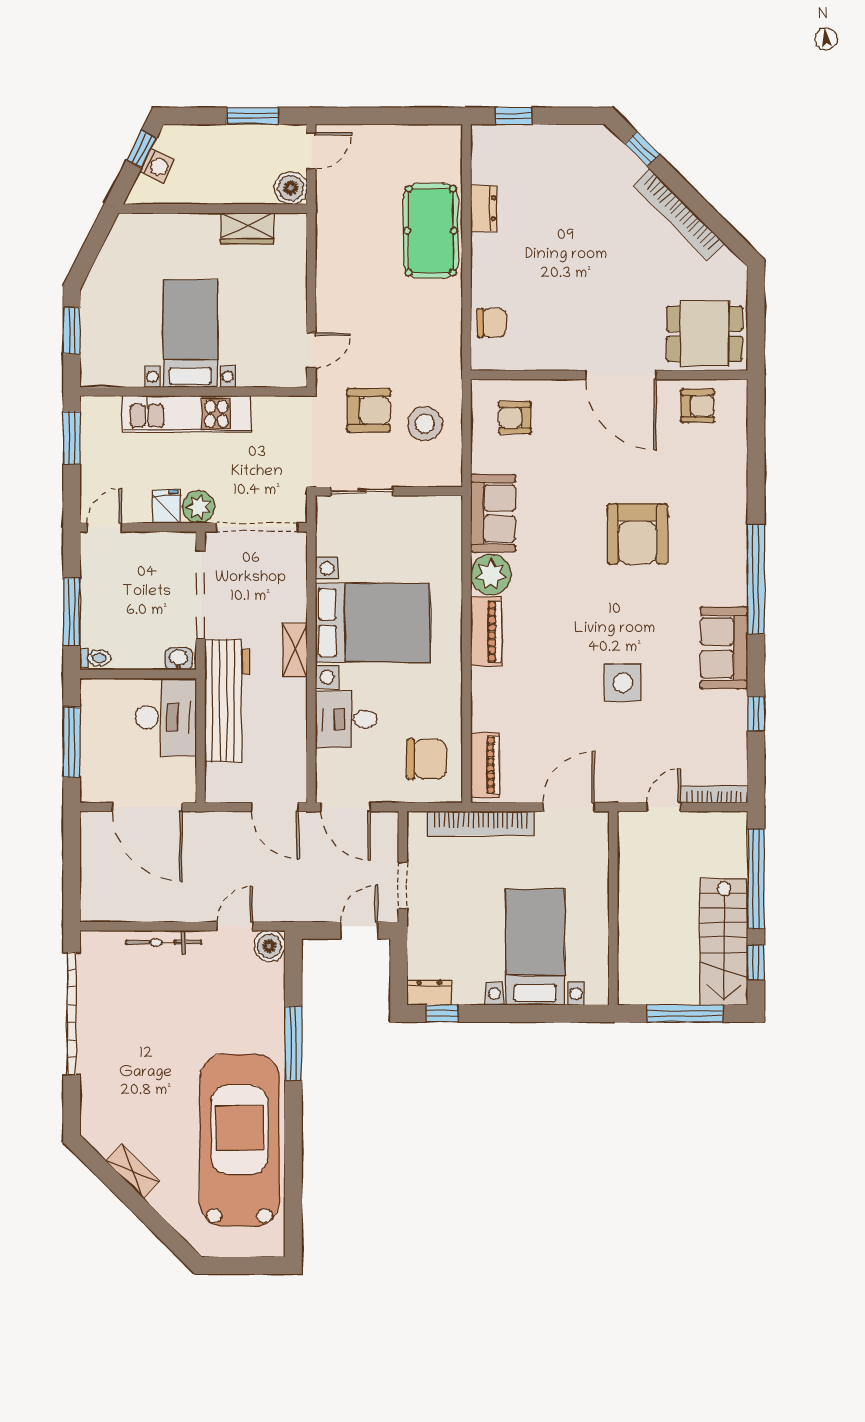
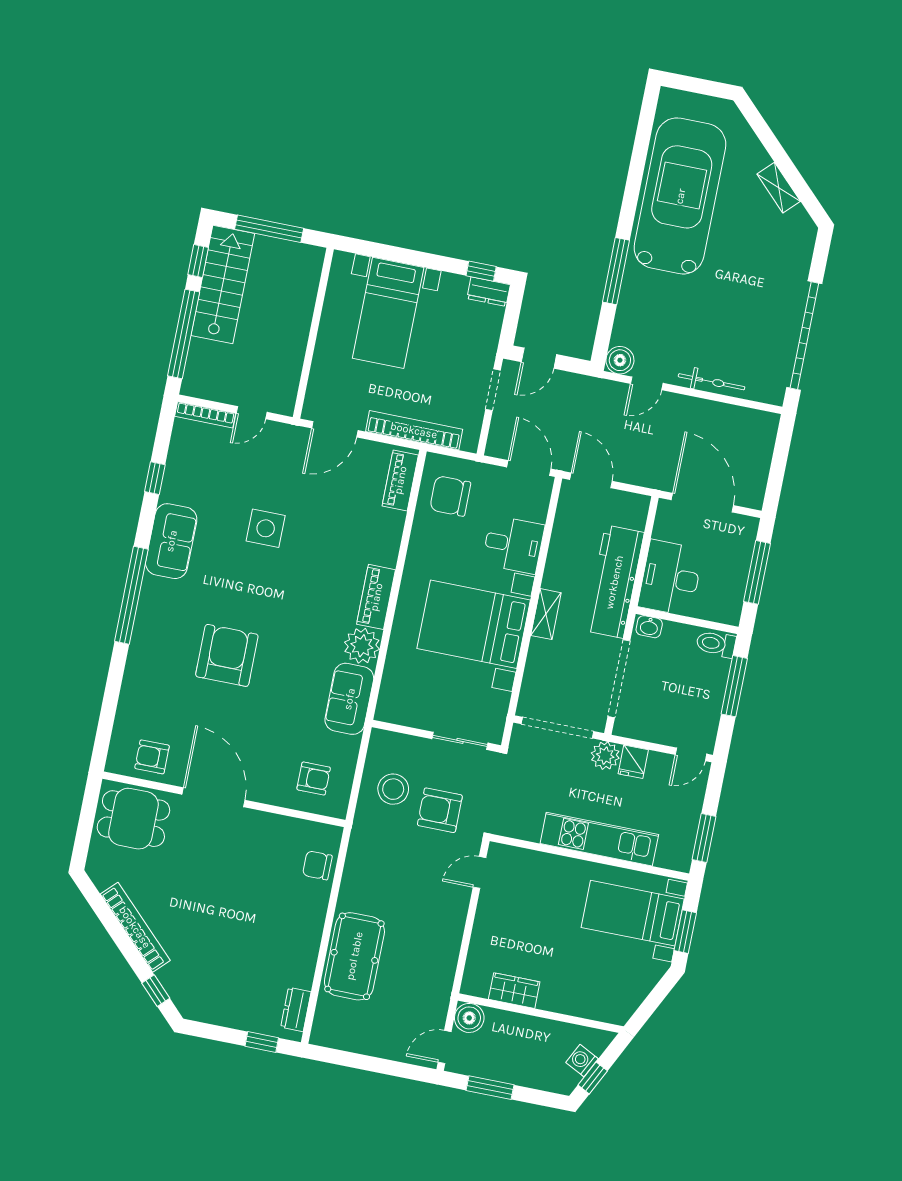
dresser: (484, 208) -> (296, 1009), moved
bed with nightstands: (190, 334) -> (633, 913), moved, turned 90
toilet: (95, 658) -> (716, 644), width x1.37, depth x1.39
car: (239, 1140) -> (680, 196), turned 180

